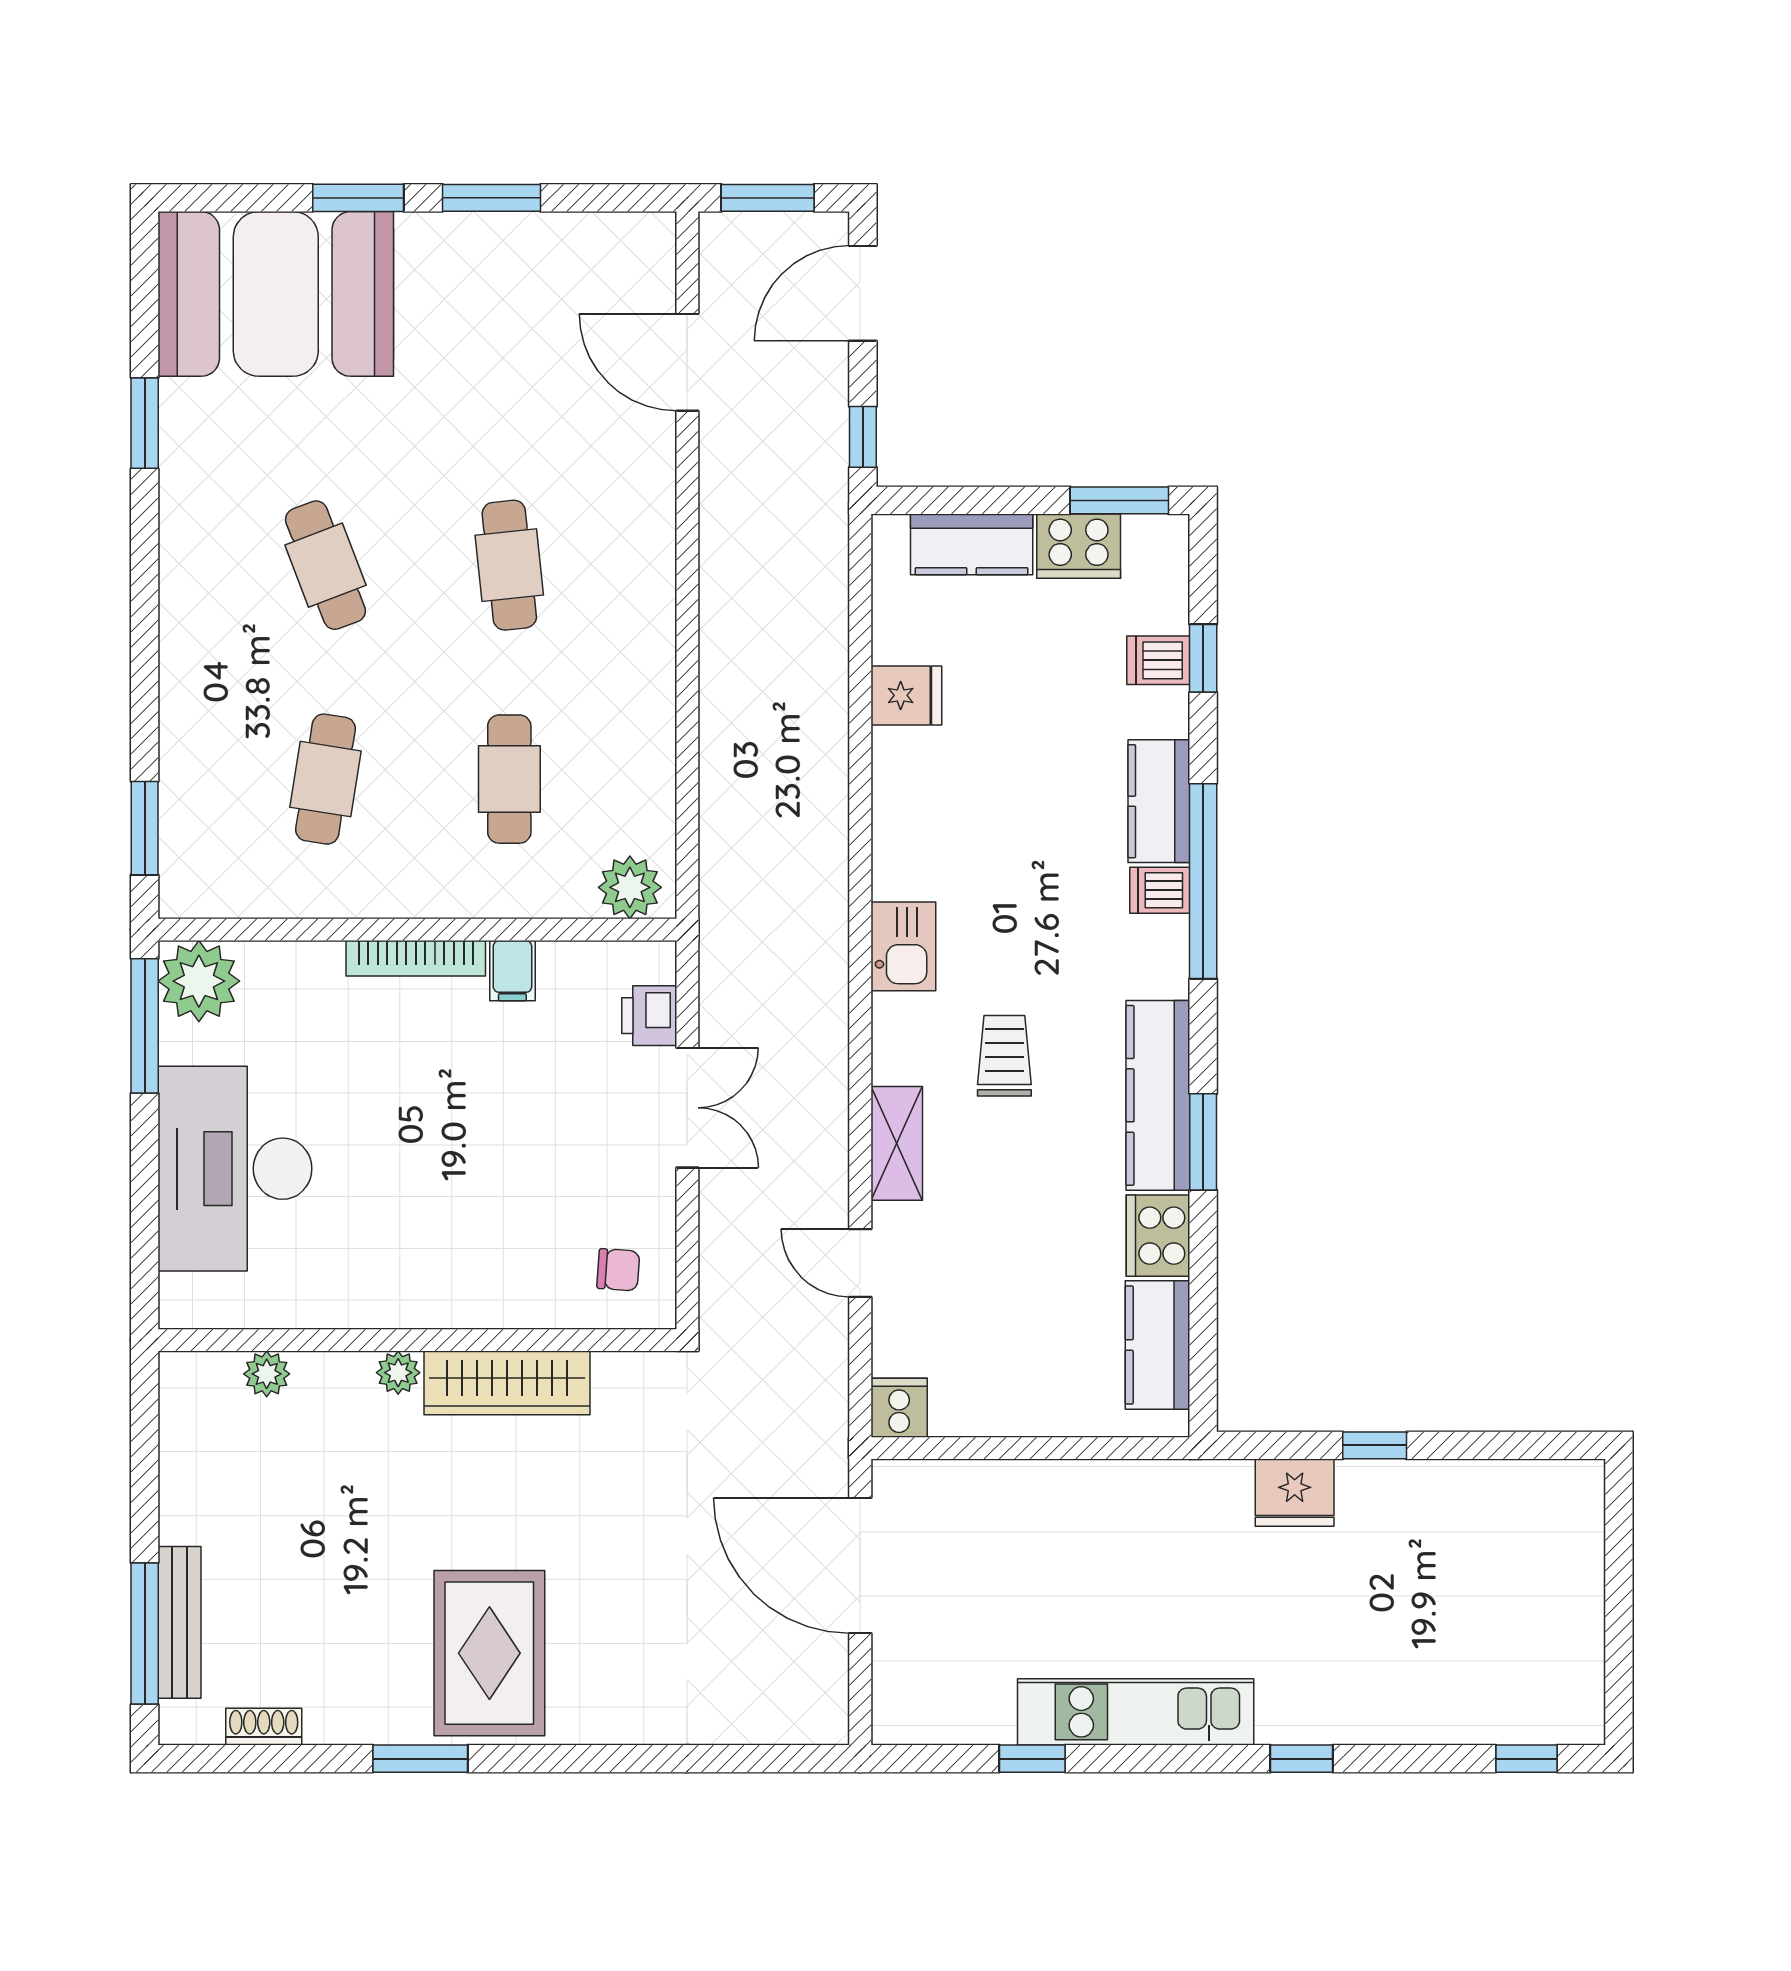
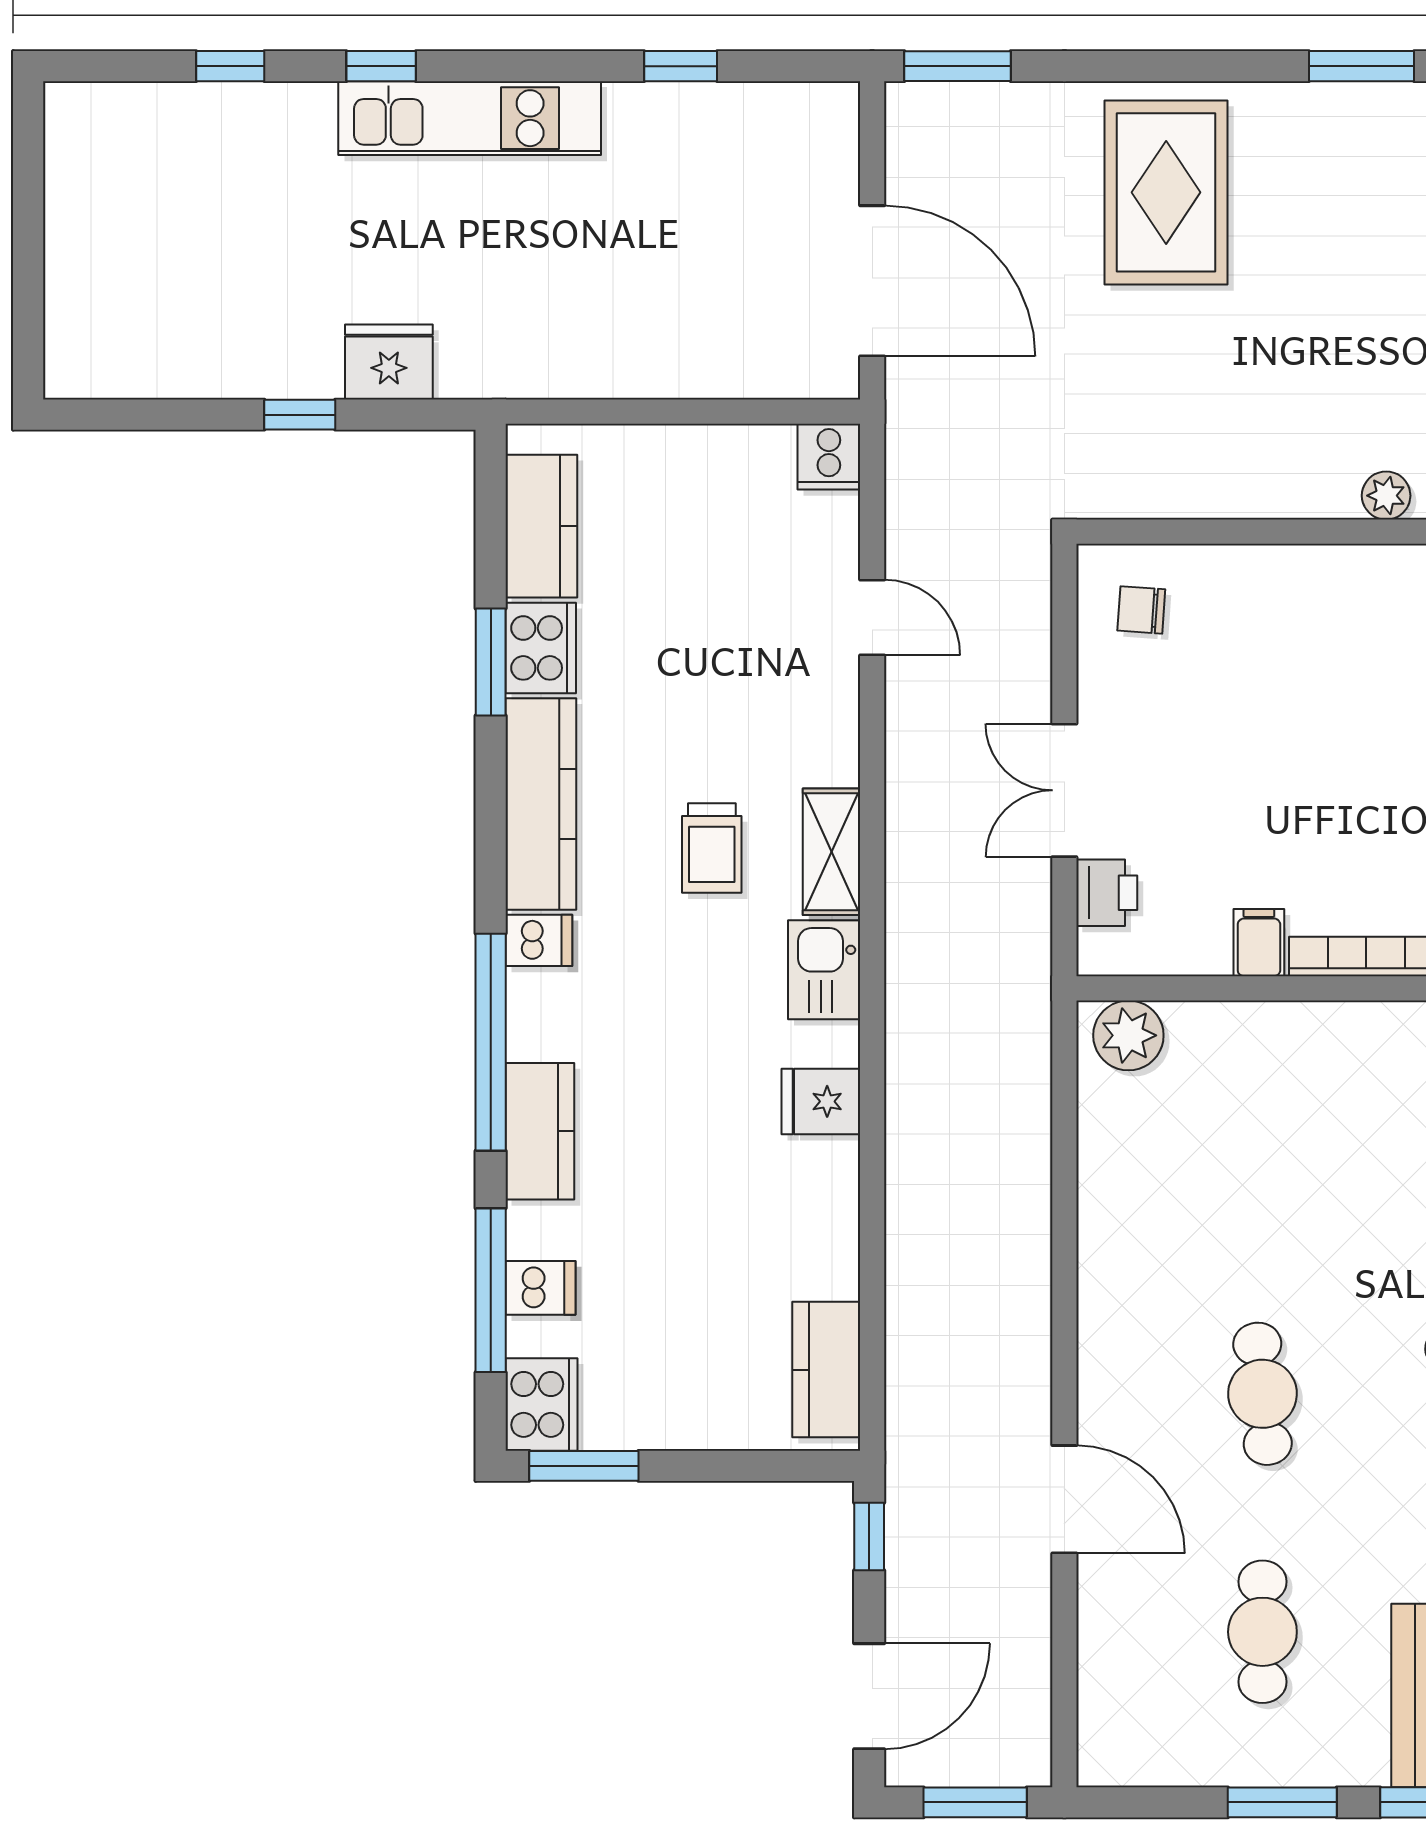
door: (687, 362) -> (1064, 1499), moved
kitchen counter: (972, 544) -> (826, 1370), moved, turned -90
cooker: (1079, 546) -> (542, 1404), moved, turned 90
window: (1203, 658) -> (491, 1290), width x2.17
fridge: (906, 695) -> (821, 1101), moved
cafe table: (509, 779) -> (1262, 1632), moved
dishwasher: (1160, 890) -> (539, 940), moved
window: (1203, 1142) -> (491, 662), moved
shelving: (897, 1143) -> (832, 852), moved
wardrobe: (507, 1383) -> (1265, 484), removed
rug: (489, 1653) -> (1166, 192), moved
kitchen unit: (1136, 1712) -> (470, 118), moved
window: (783, 1759) -> (958, 66), added
window: (1526, 1759) -> (230, 66), moved

